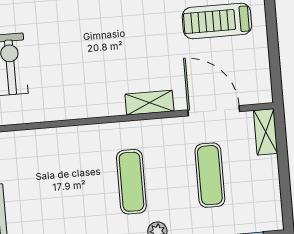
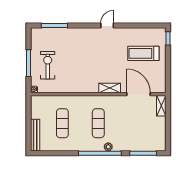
exercise mat: (210, 175) -> (62, 123), moved

